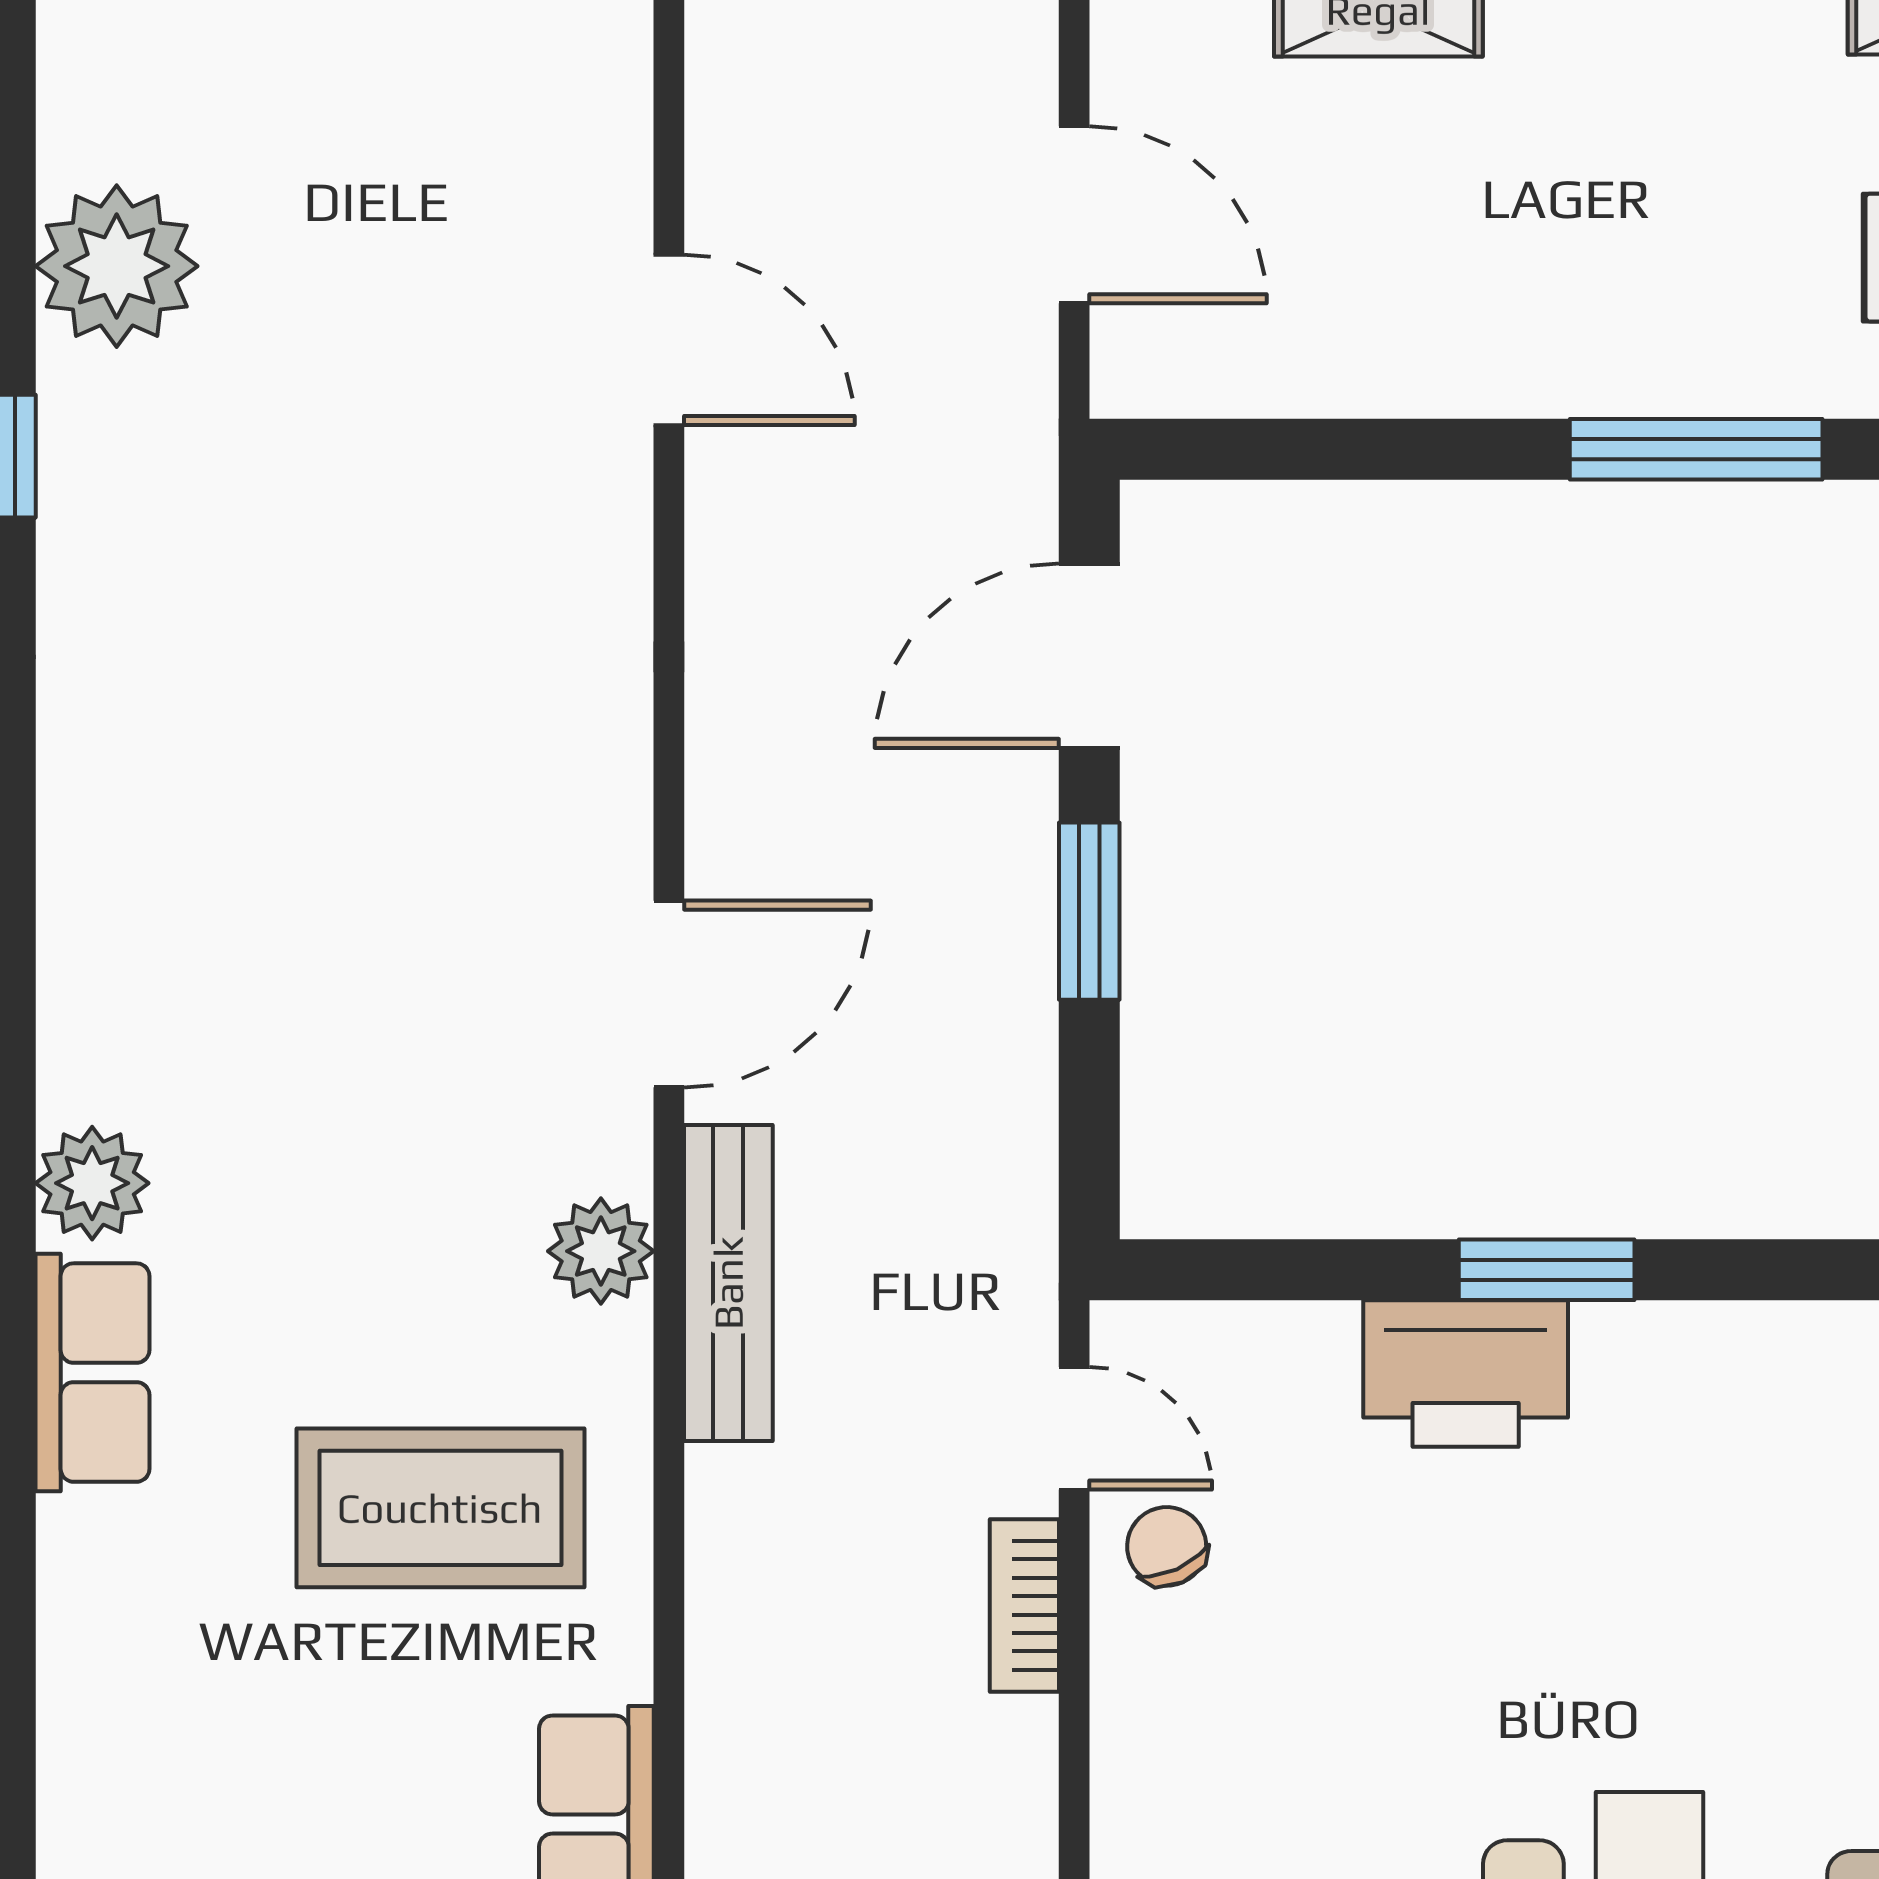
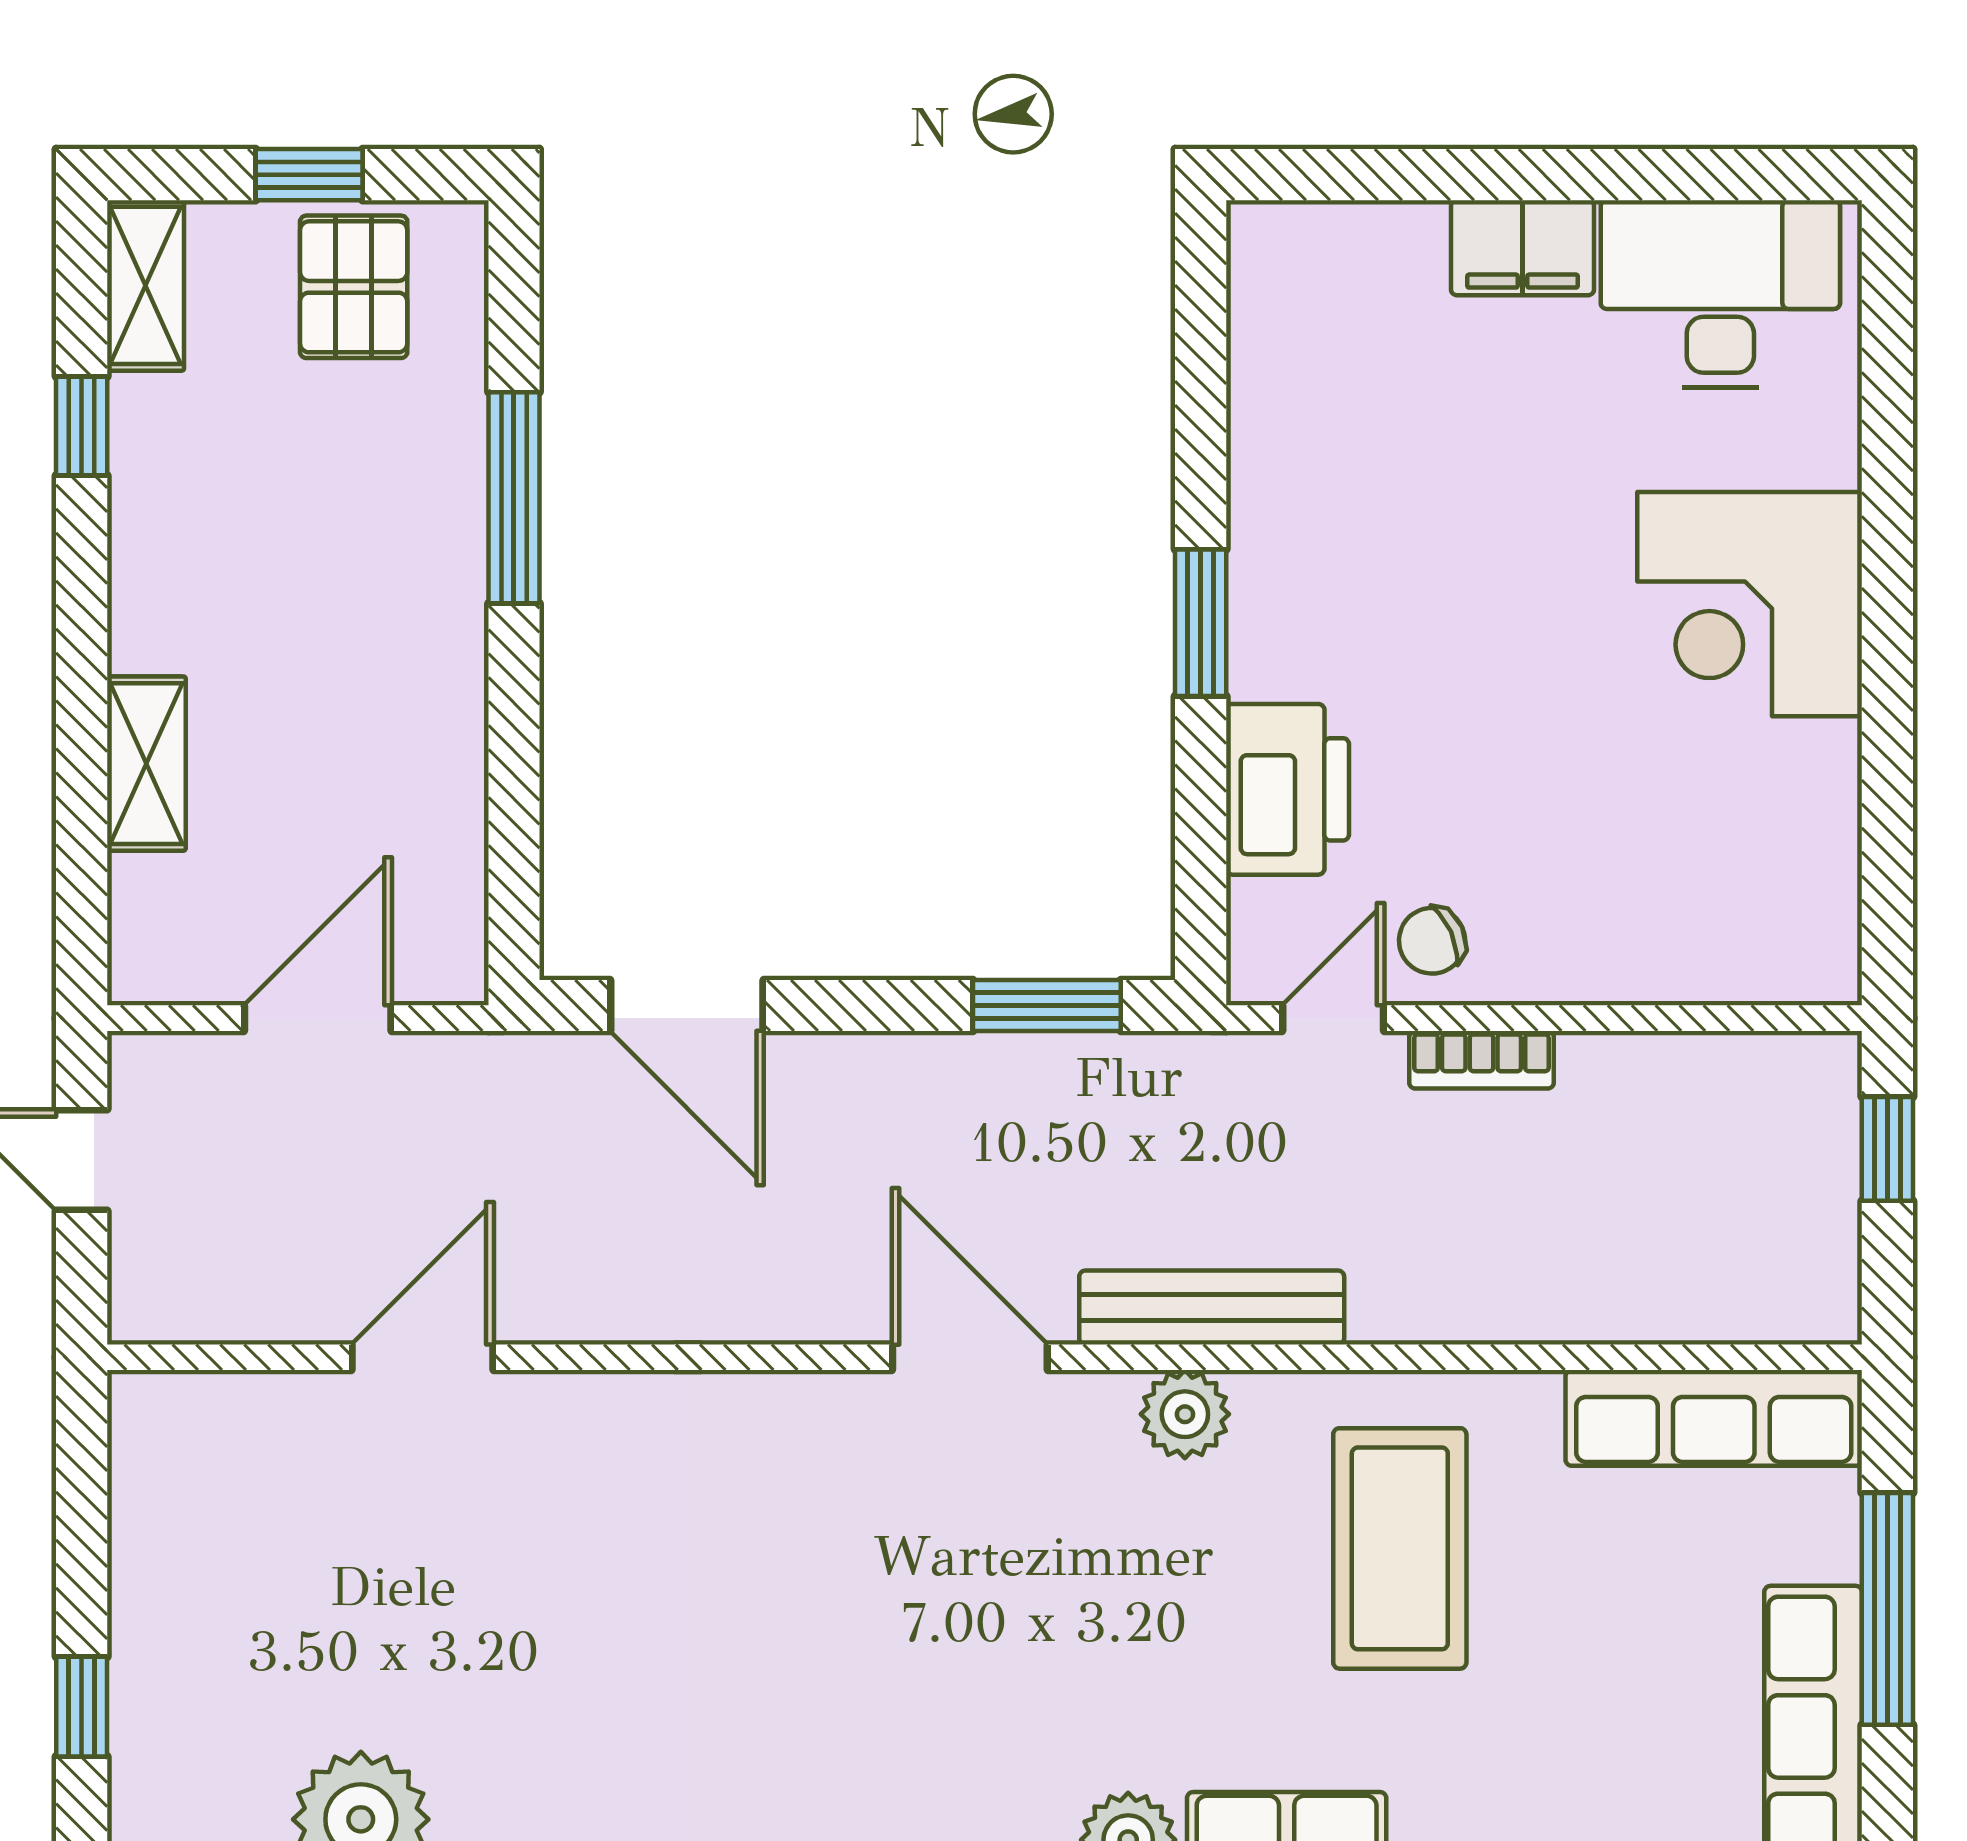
window: (1089, 911) -> (1047, 1005), moved
printer: (1466, 1374) -> (1287, 789), moved

